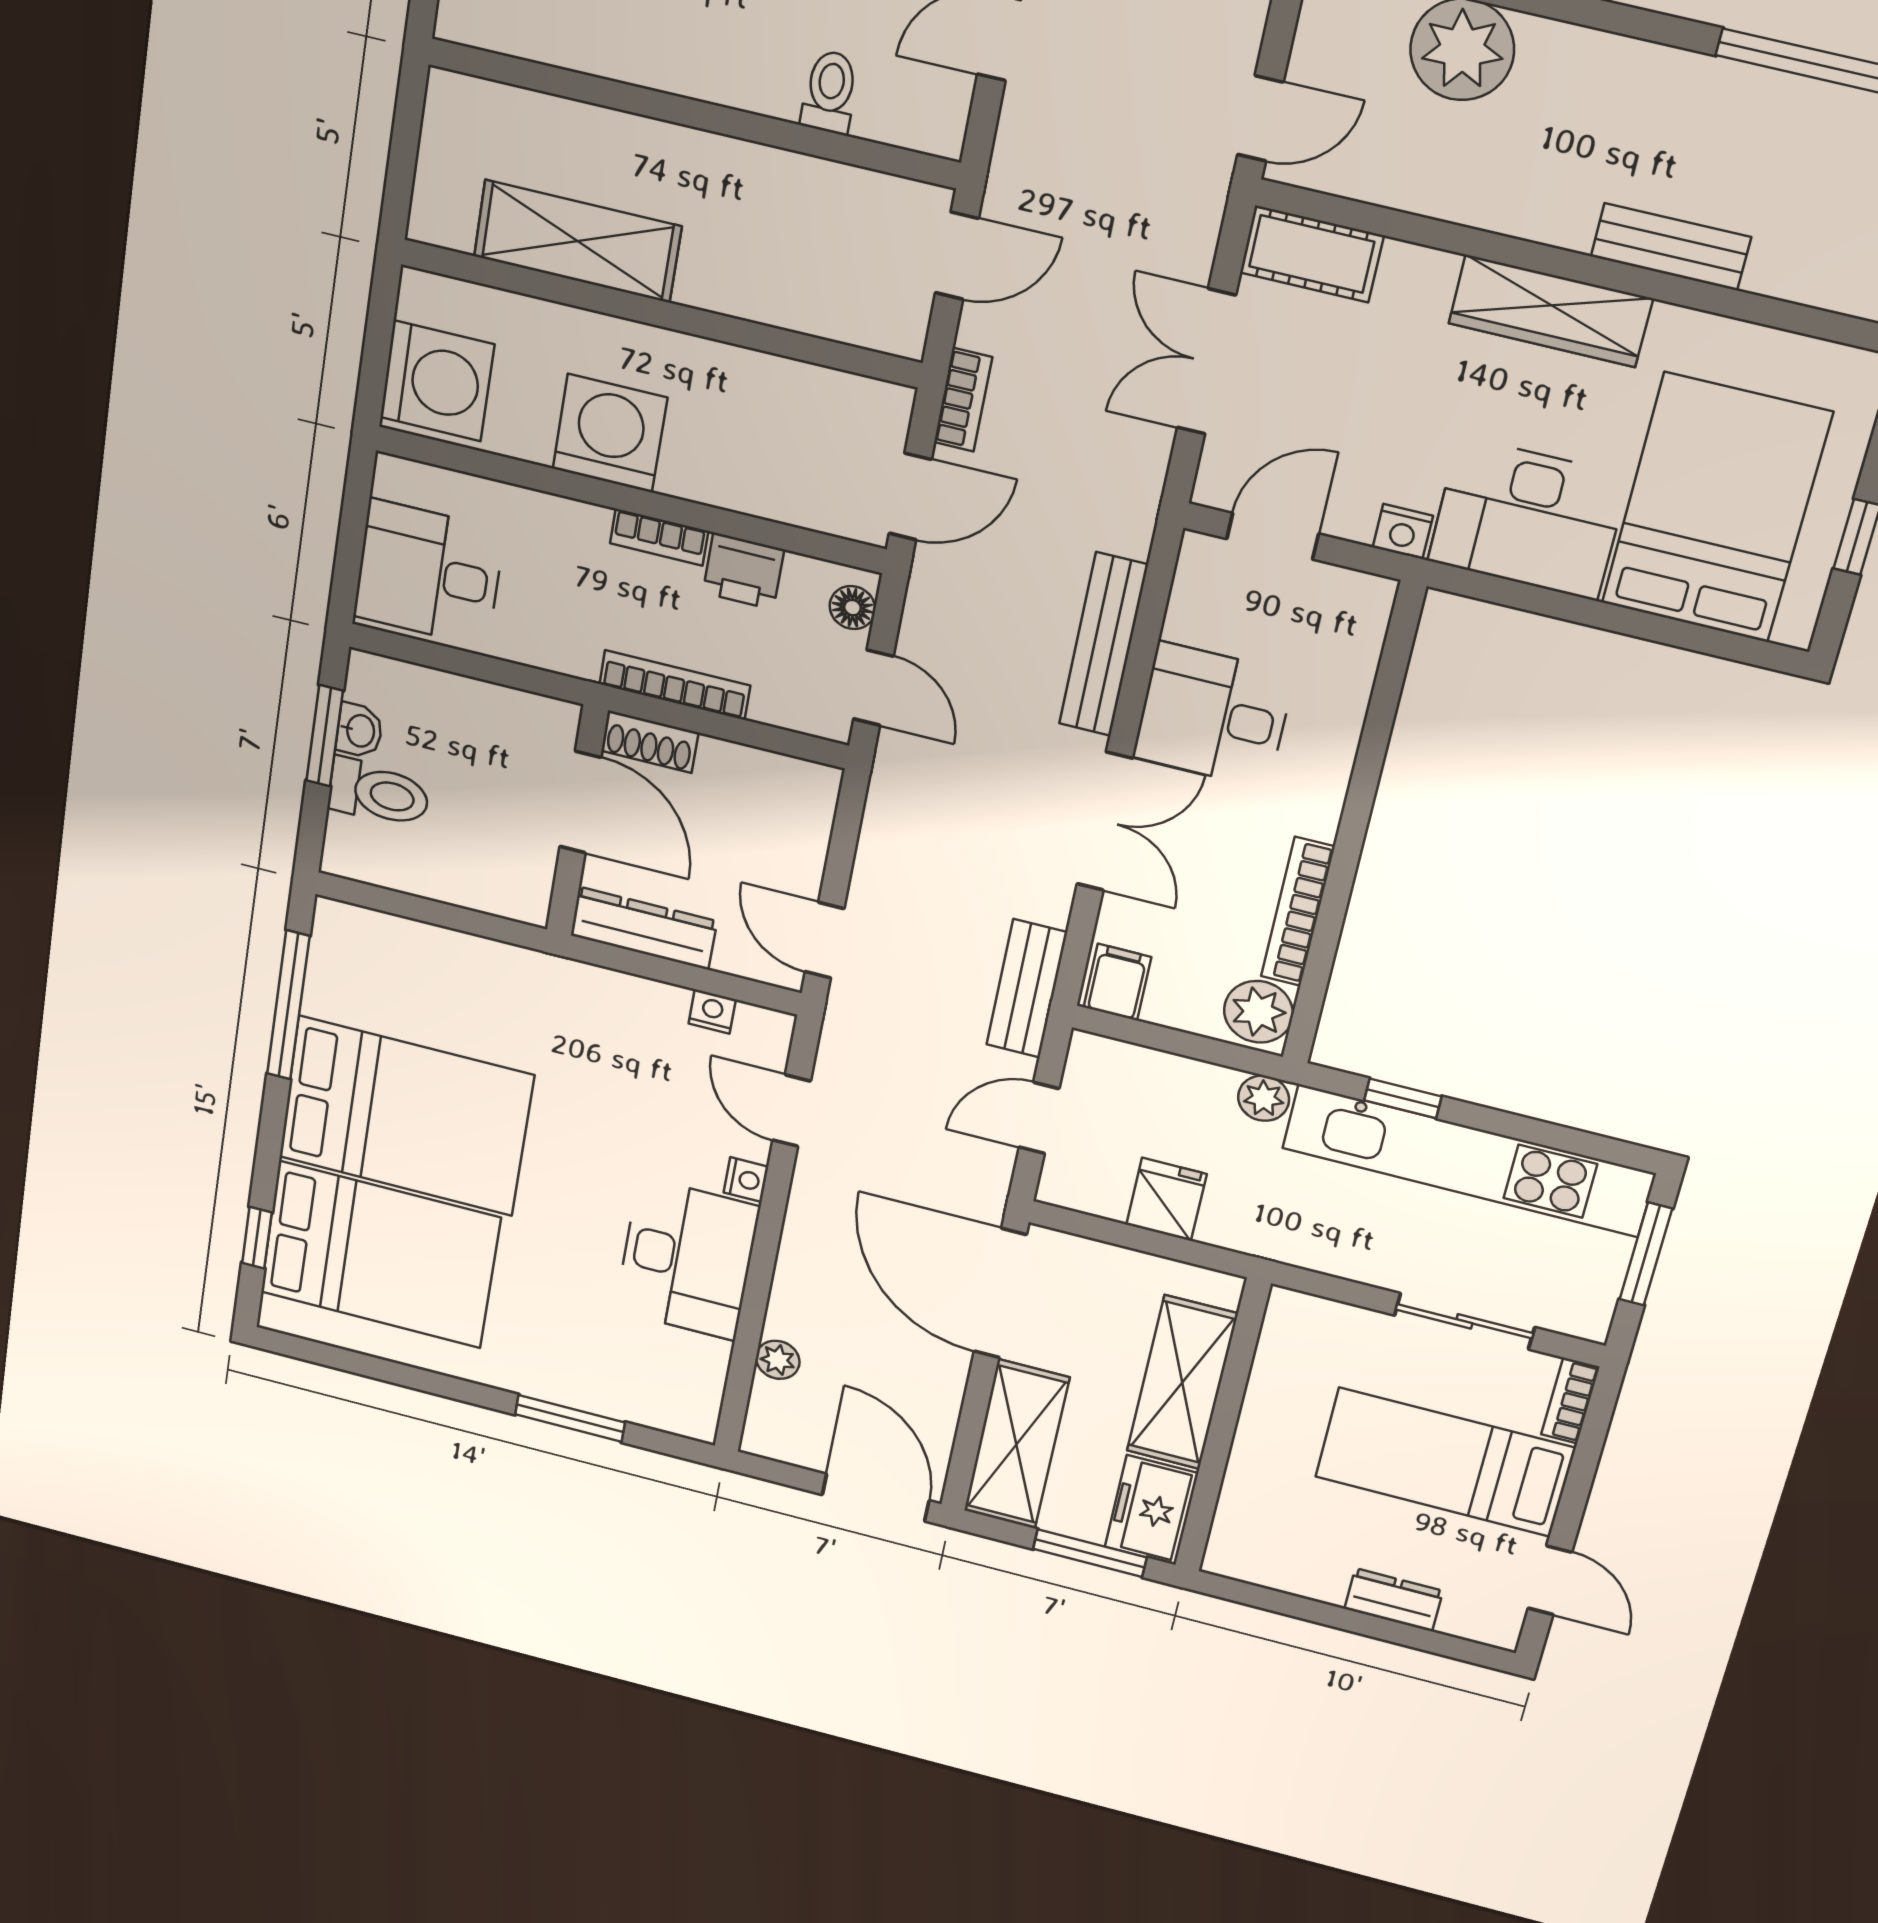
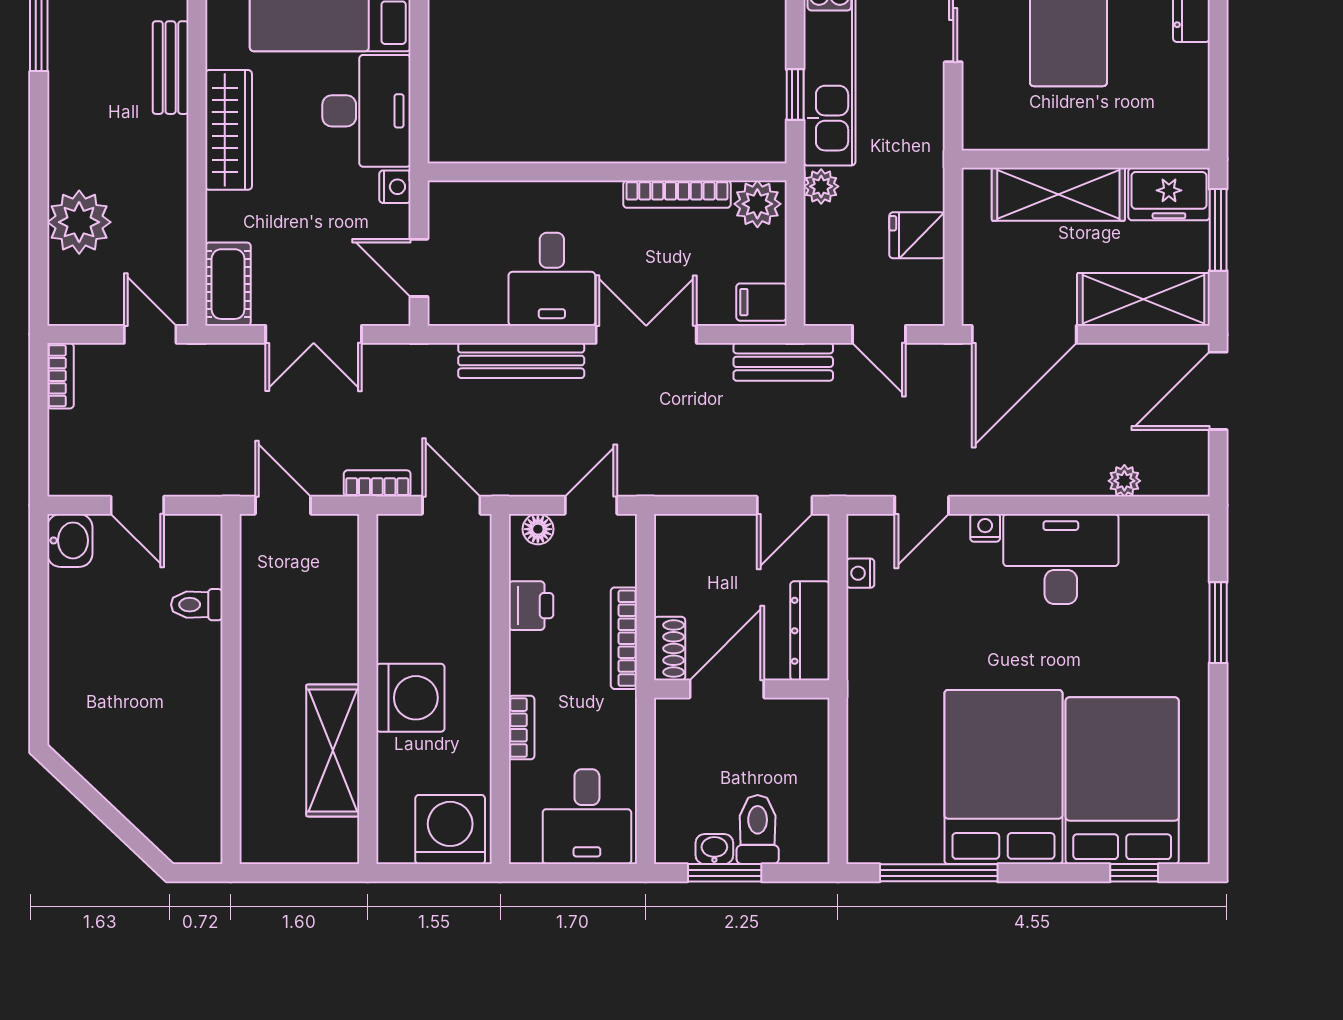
washing machine: (610, 433) -> (410, 698), moved, turned 180
bookcase: (659, 537) -> (522, 728), moved

